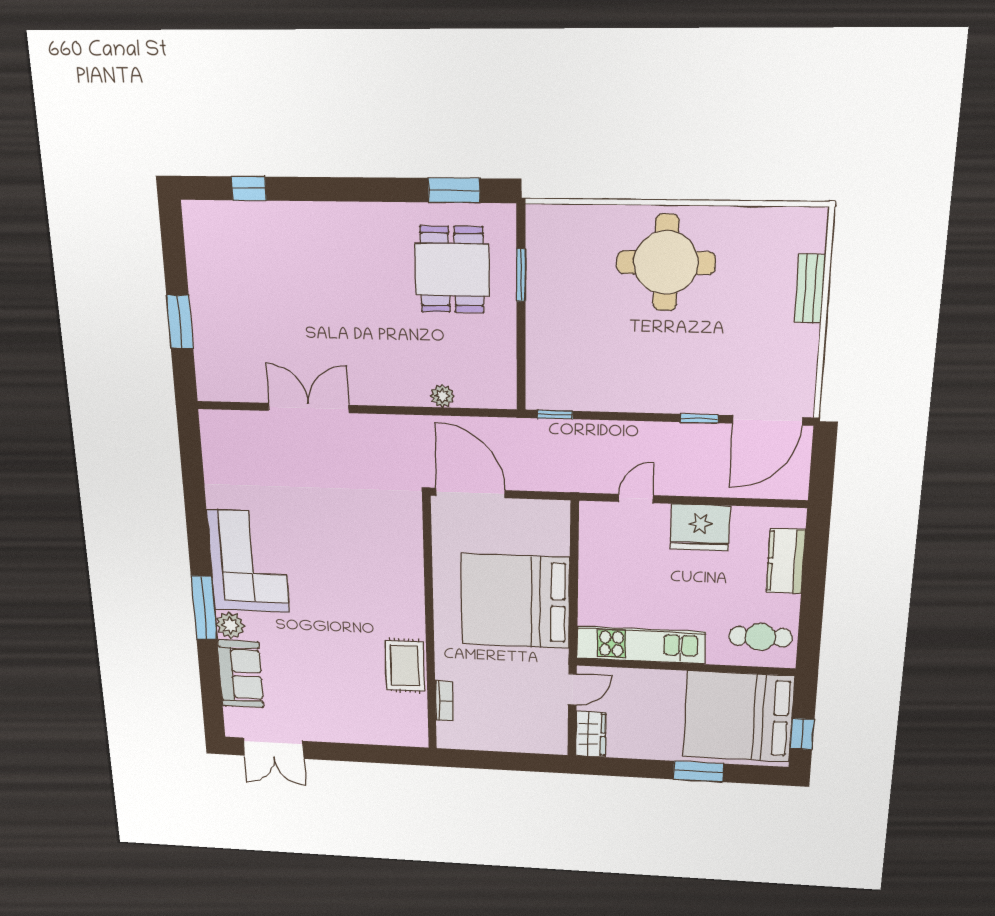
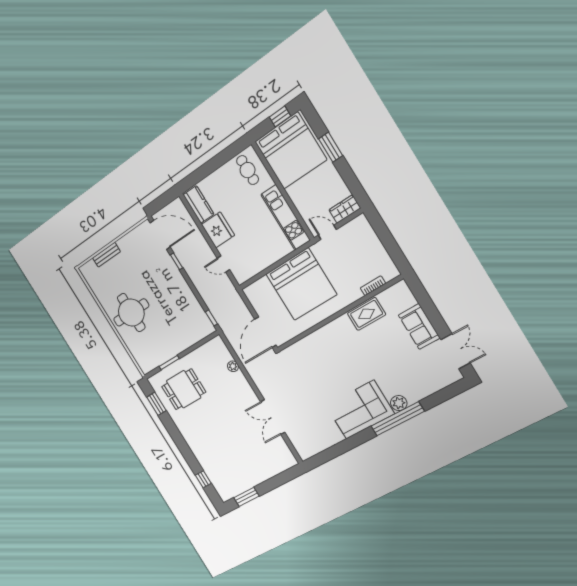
window: (180, 322) -> (246, 497), moved
kitchen counter: (786, 561) -> (199, 204), moved, turned -90
window: (204, 608) -> (398, 419), width x1.46
sofa: (241, 674) -> (419, 327), moved, turned -90

